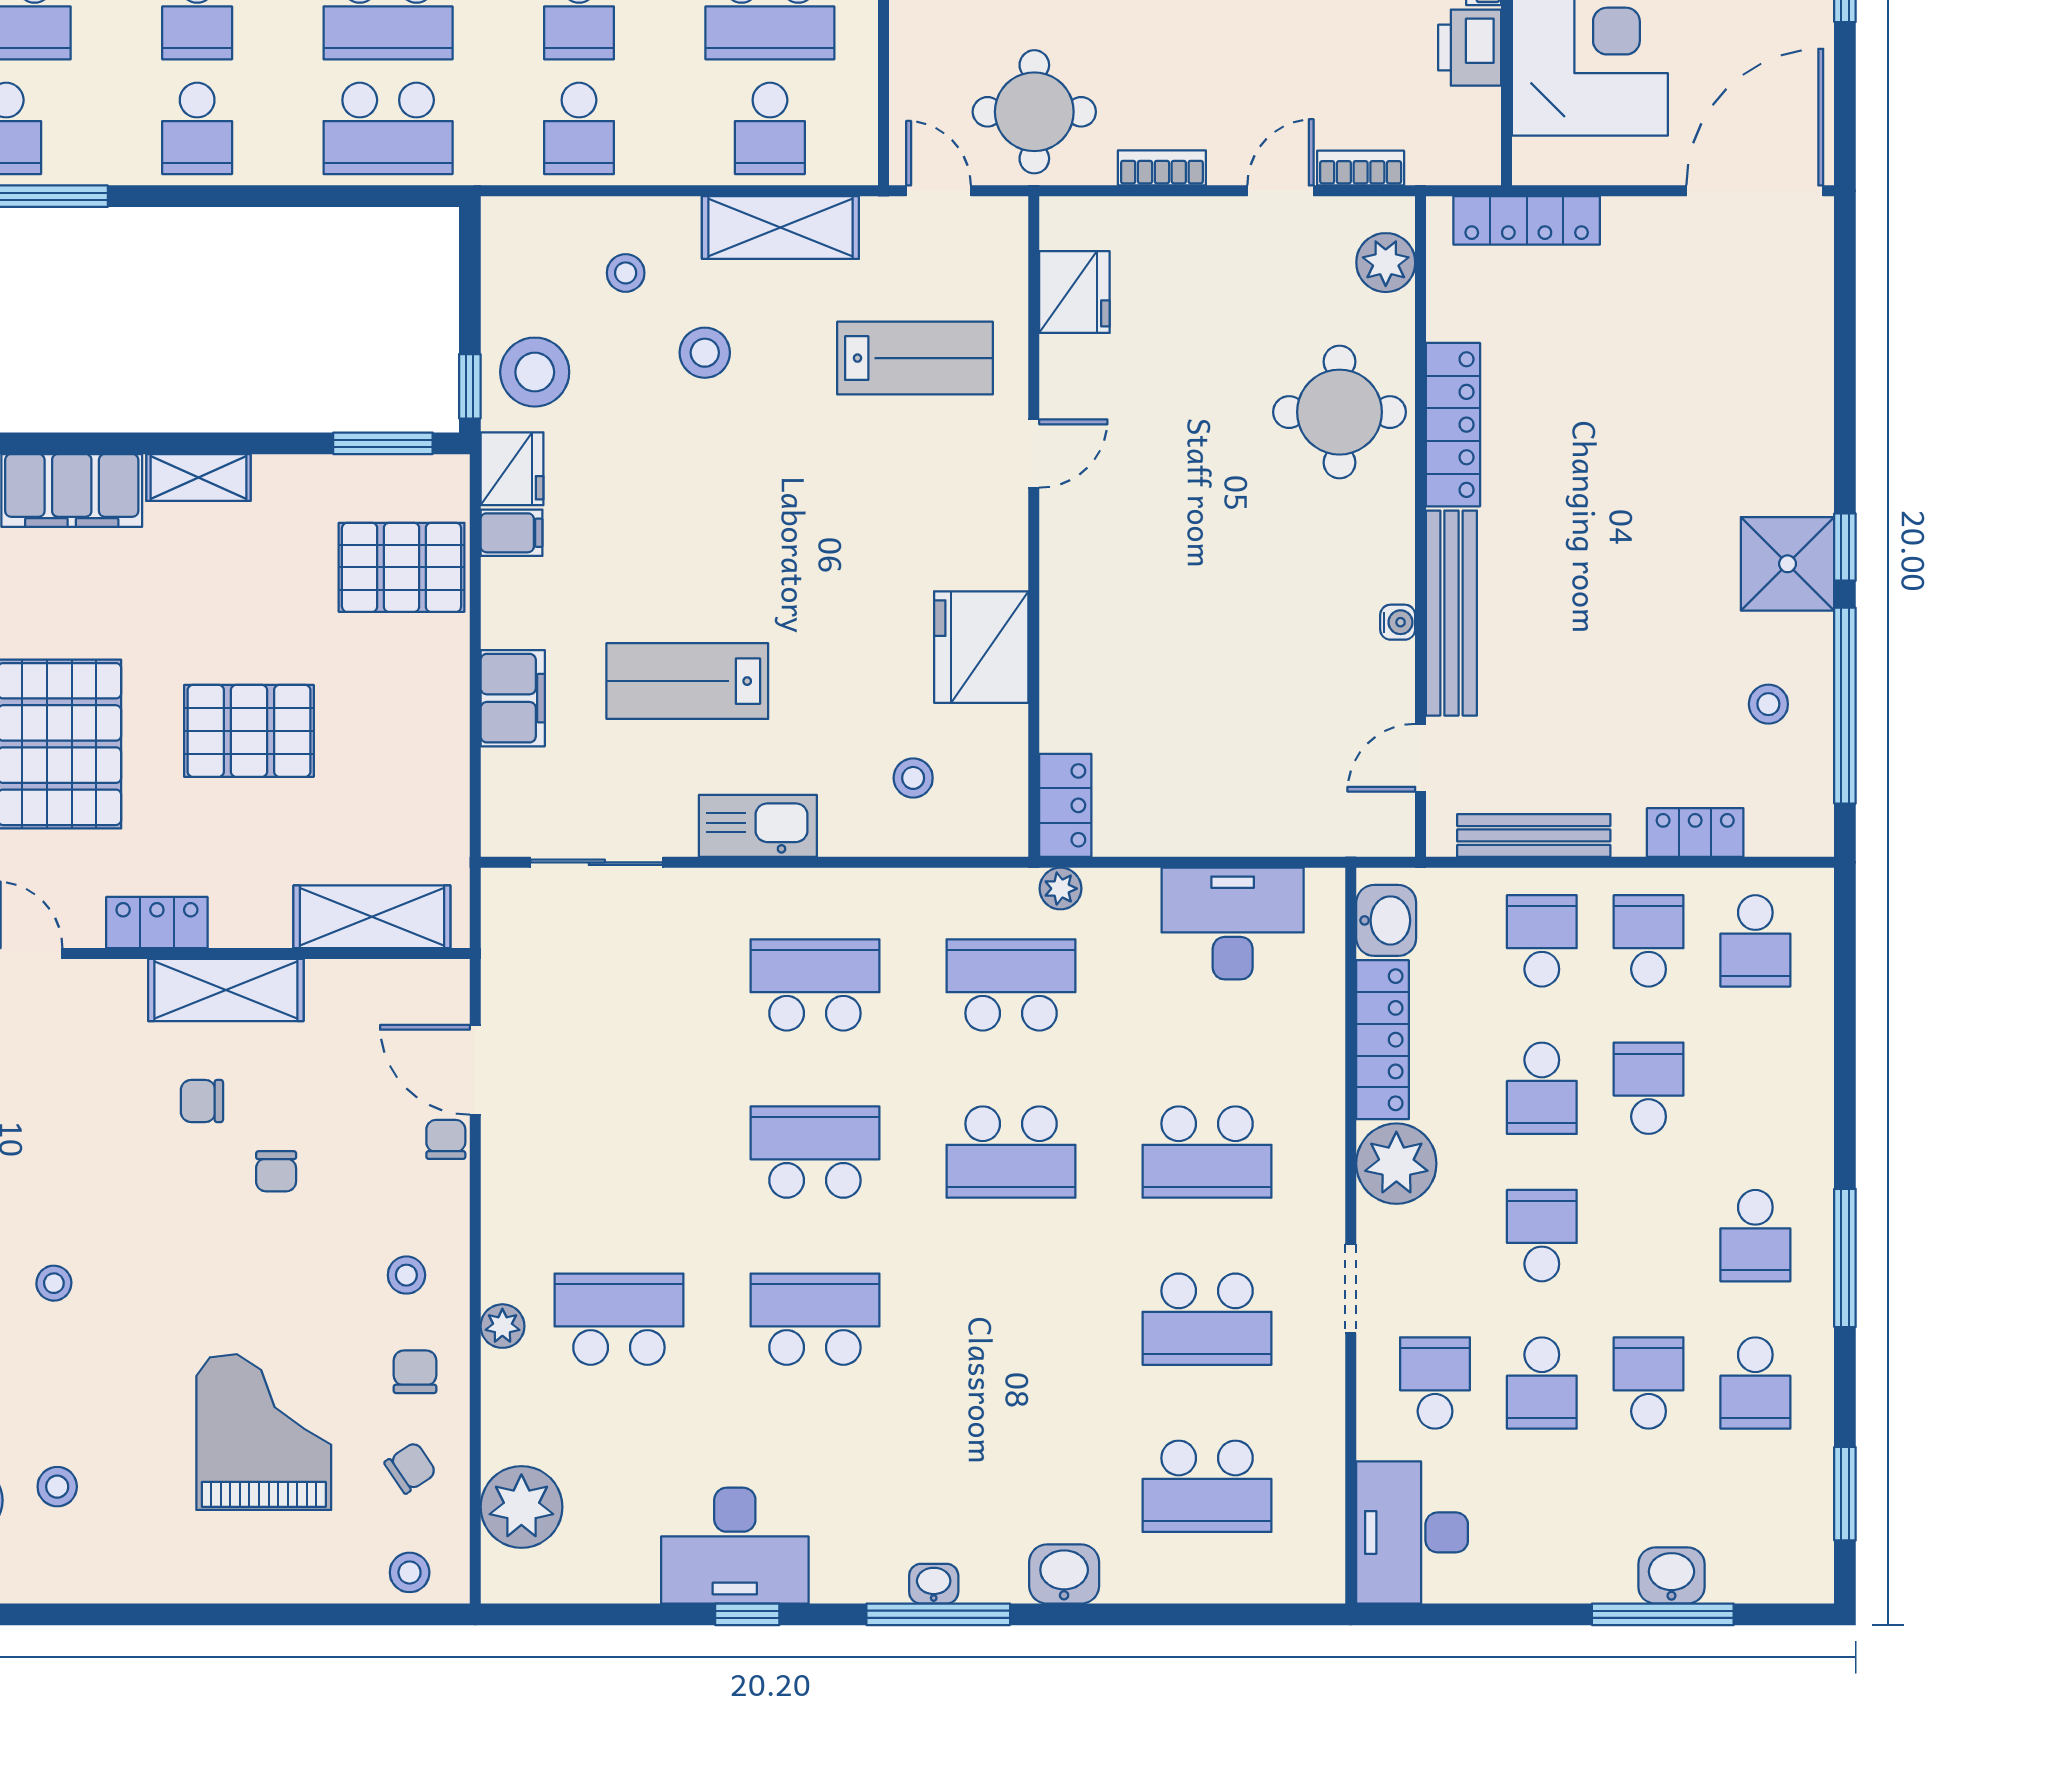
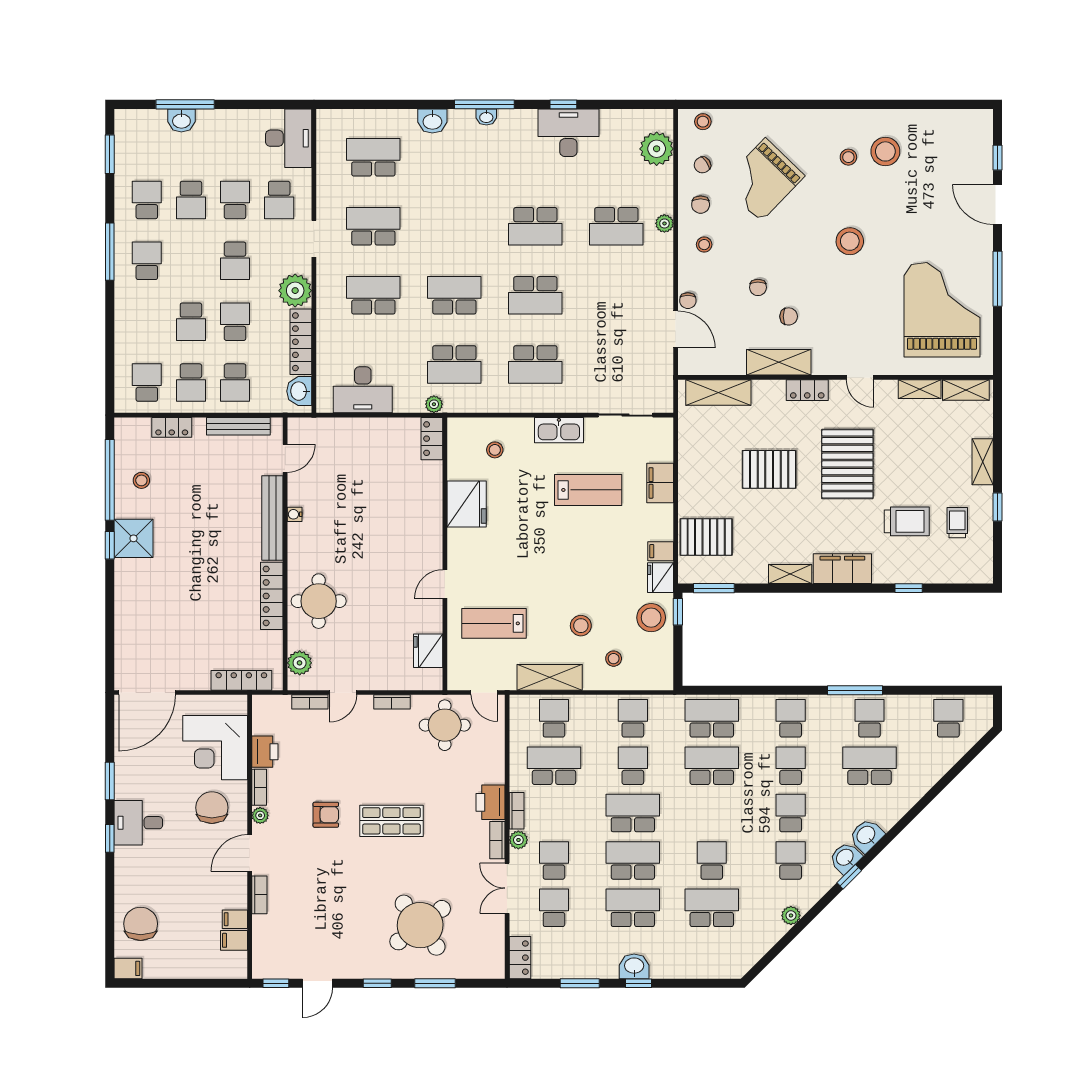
chair: (276, 1171) -> (758, 287), turned 180
stool: (54, 1283) -> (850, 241), width x1.89, depth x1.89
grand piano: (264, 1432) -> (763, 180), turned 44

